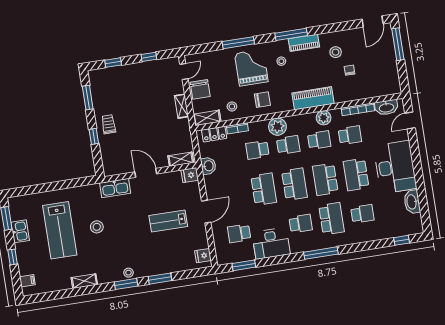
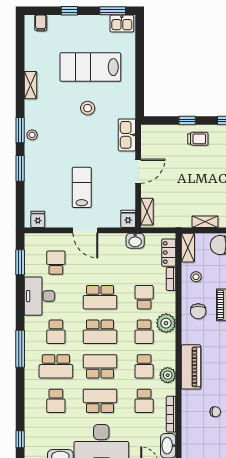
kitchen sink: (20, 231) -> (122, 24), moved

